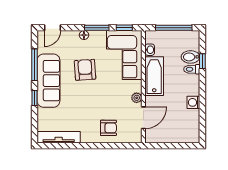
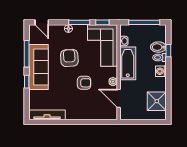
door: (52, 28) -> (42, 22), hinge flipped
washing machine: (193, 102) -> (161, 71), moved
door: (143, 118) -> (119, 98), swing flipped
shower: (189, 121) -> (157, 101), added
armchair: (108, 128) -> (84, 83), moved

